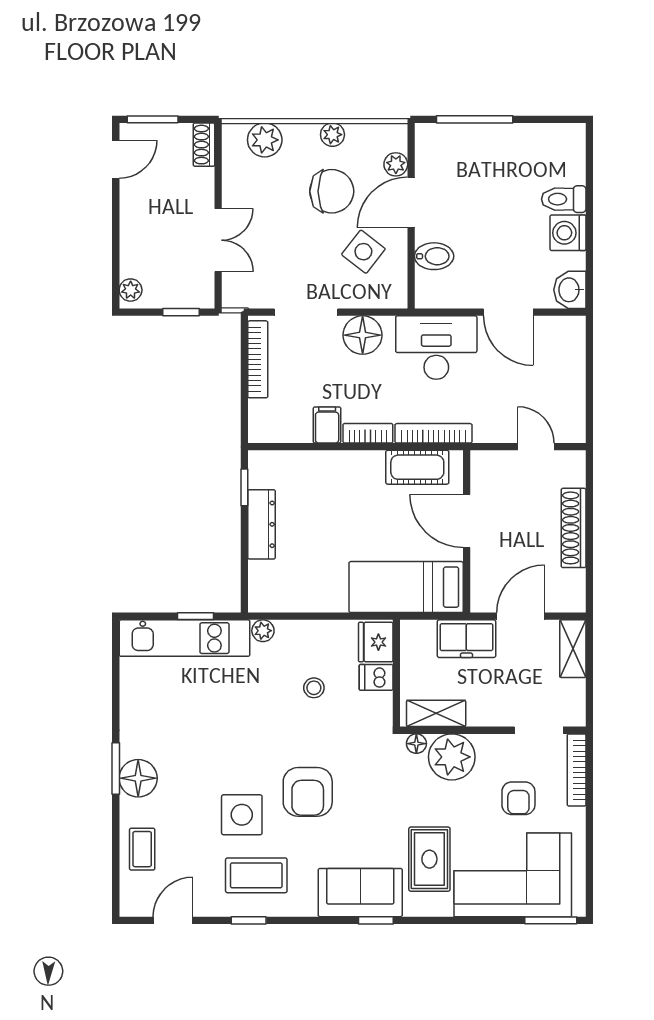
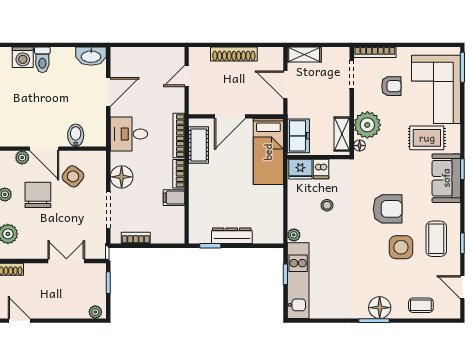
washing machine: (568, 233) -> (23, 57), moved
washbasin: (570, 290) -> (91, 56), width x1.38
desk: (436, 348) -> (129, 134), width x0.73
bookcase: (258, 359) -> (136, 238), width x0.64
freezer: (466, 639) -> (298, 136), moved

